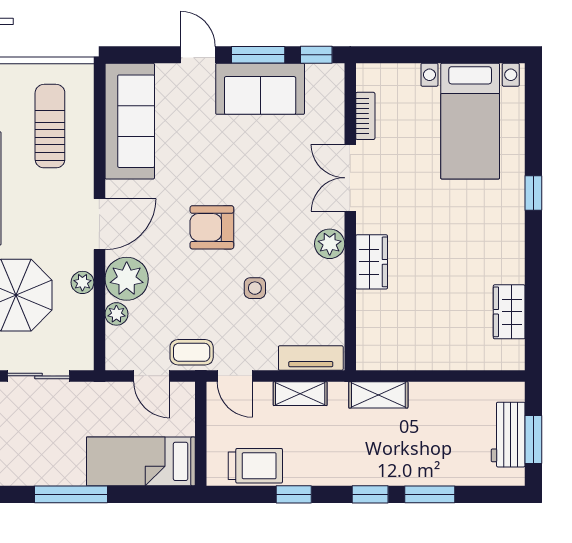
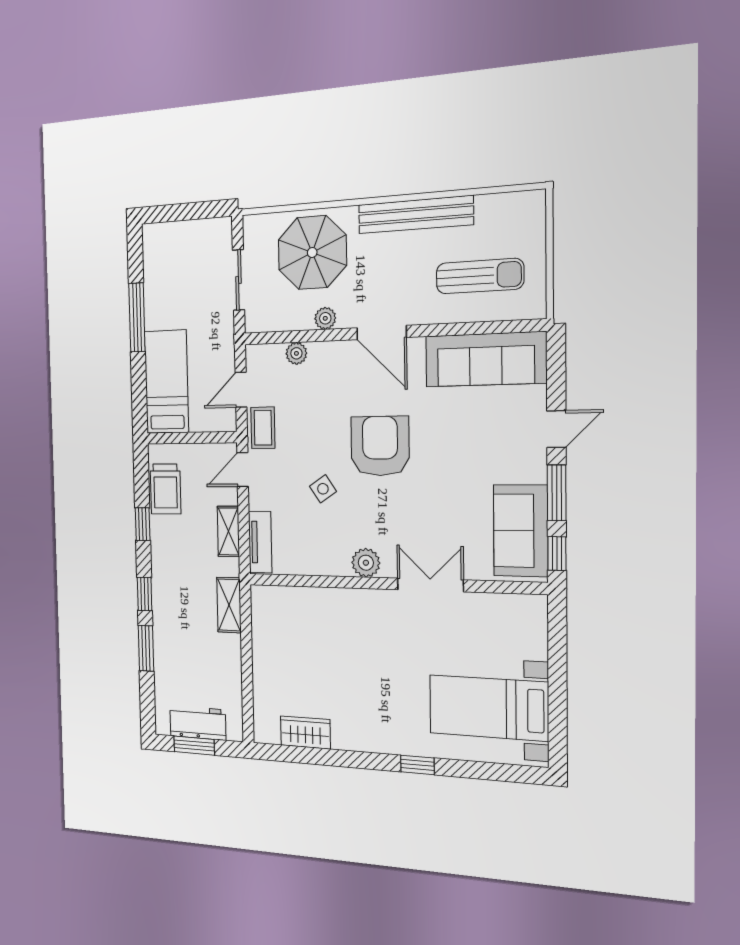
sofa: (260, 89) -> (521, 531), moved
bookcase: (365, 116) -> (493, 602), removed
armchair: (212, 227) -> (380, 446), width x1.36, depth x1.36
wardrobe: (372, 262) -> (349, 603), removed
plant: (127, 279) -> (329, 362), removed
side table: (255, 288) -> (323, 489), turned -34

